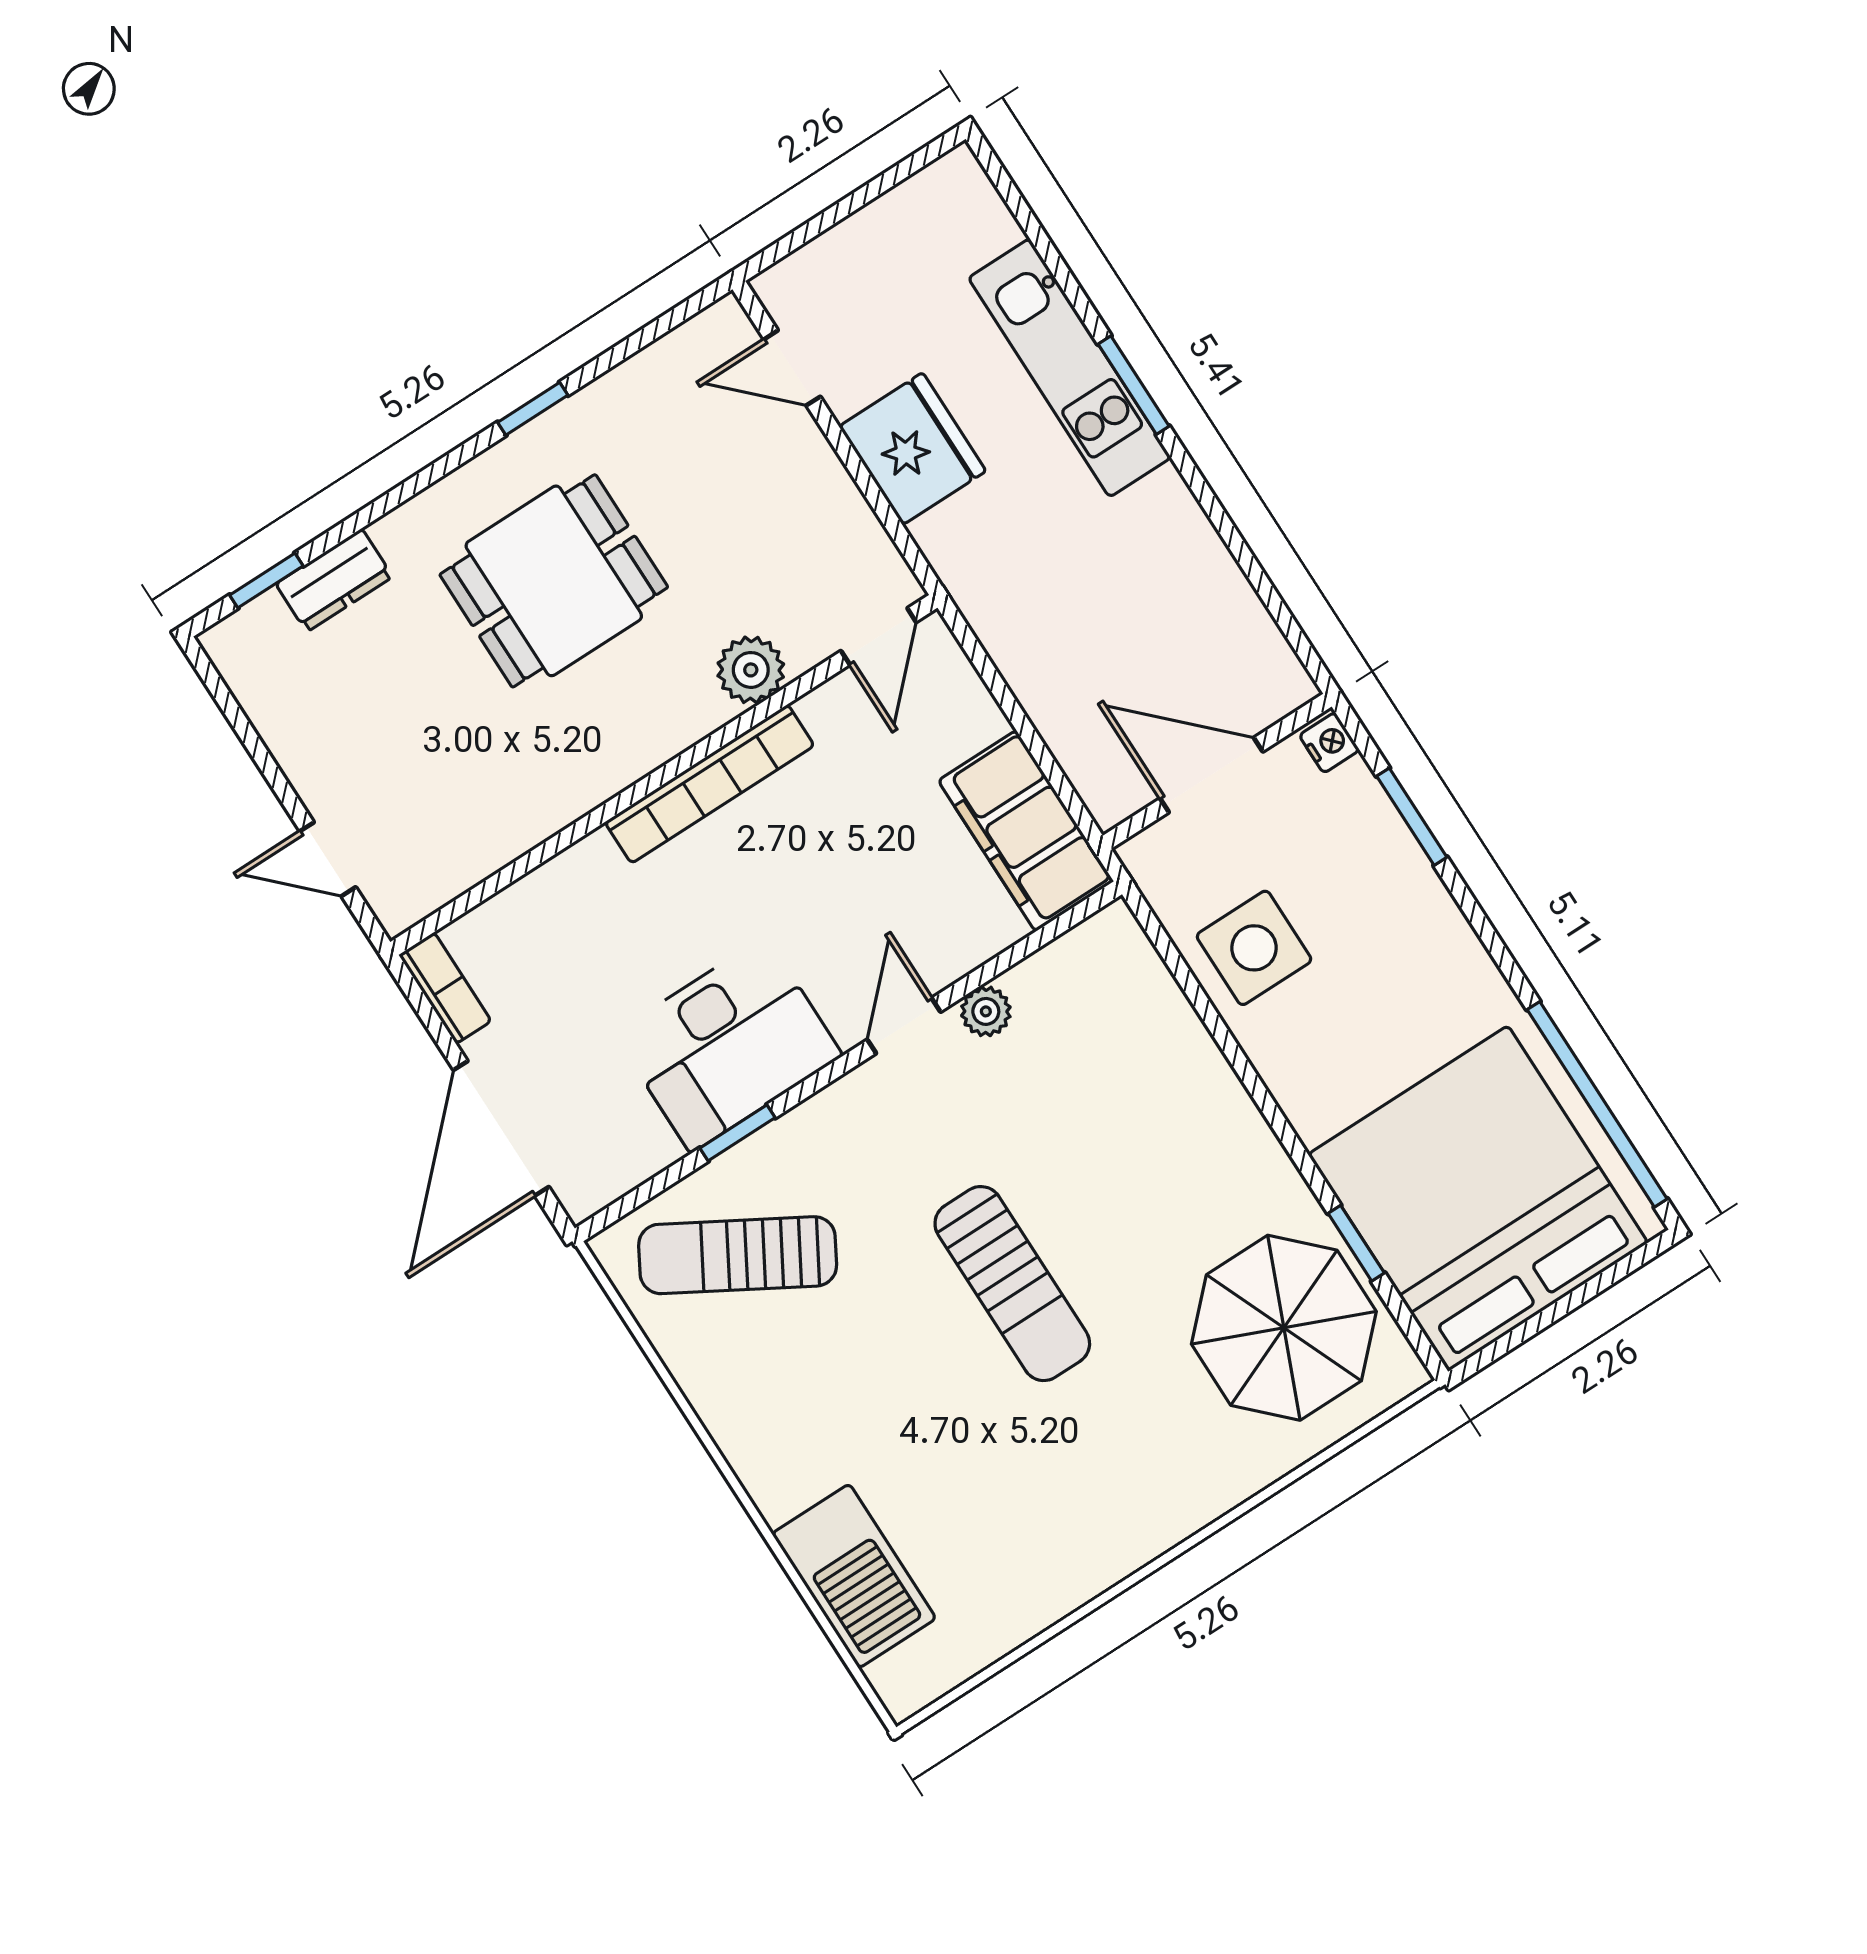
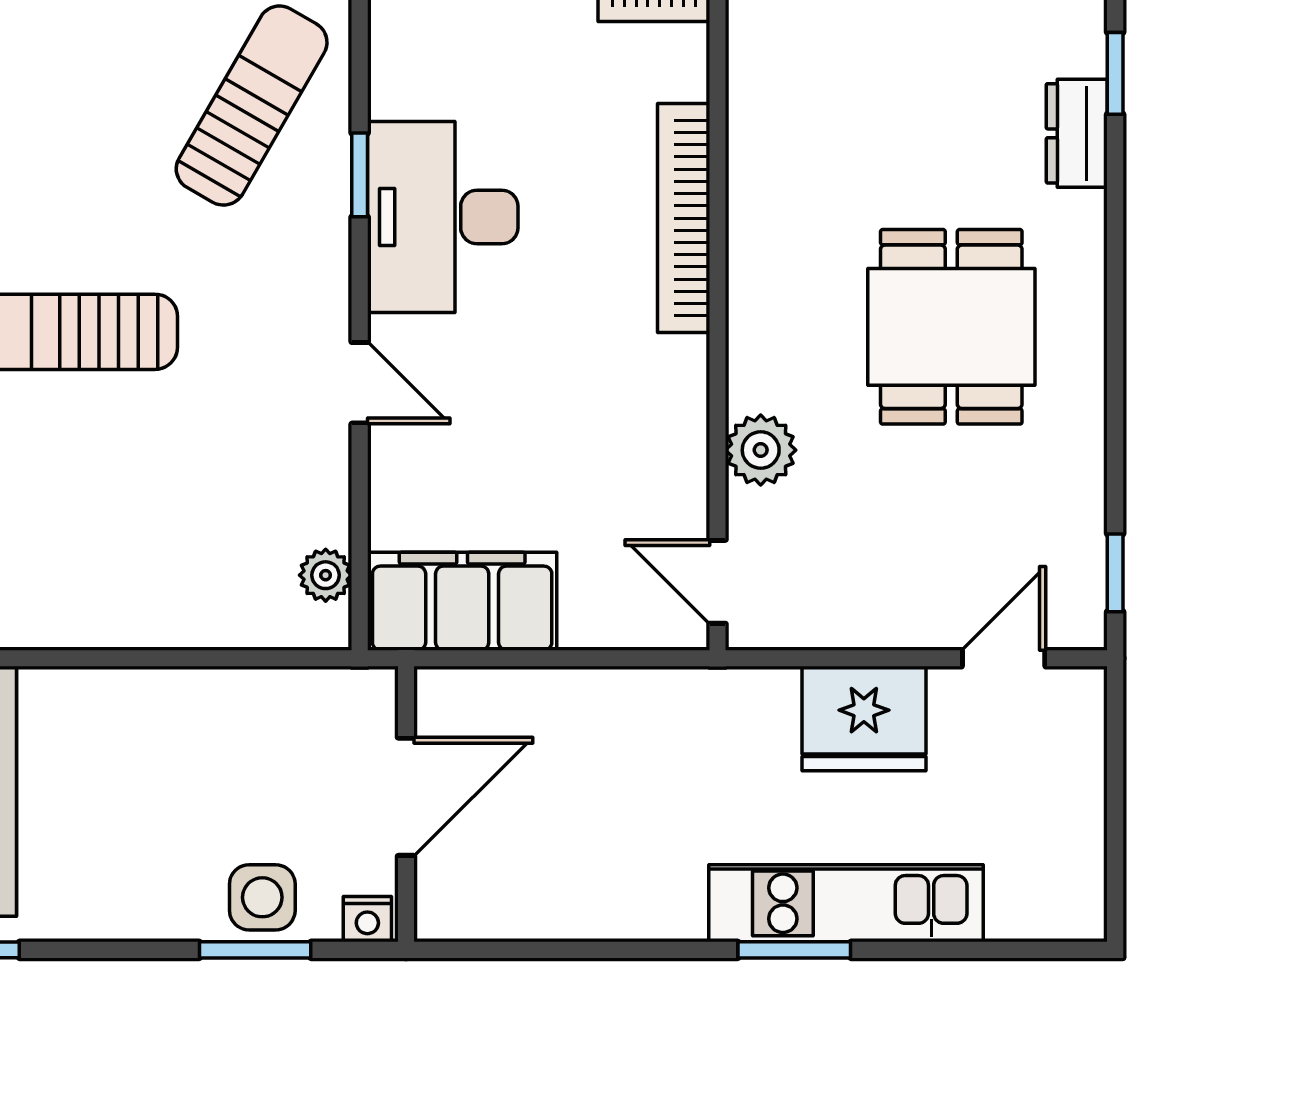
window: (533, 409) -> (1115, 573), moved
bookcase: (710, 784) -> (684, 218), moved
side table: (1254, 948) -> (262, 897), moved, width x0.73, depth x0.73
plant: (986, 1011) -> (326, 575), moved

